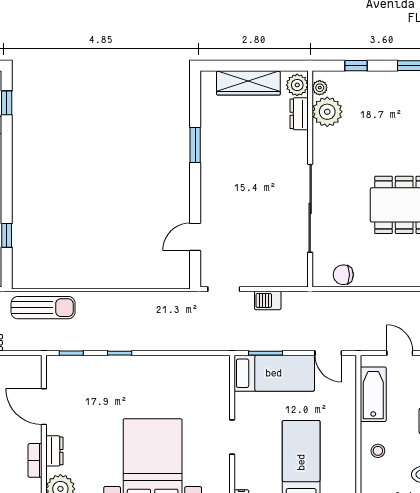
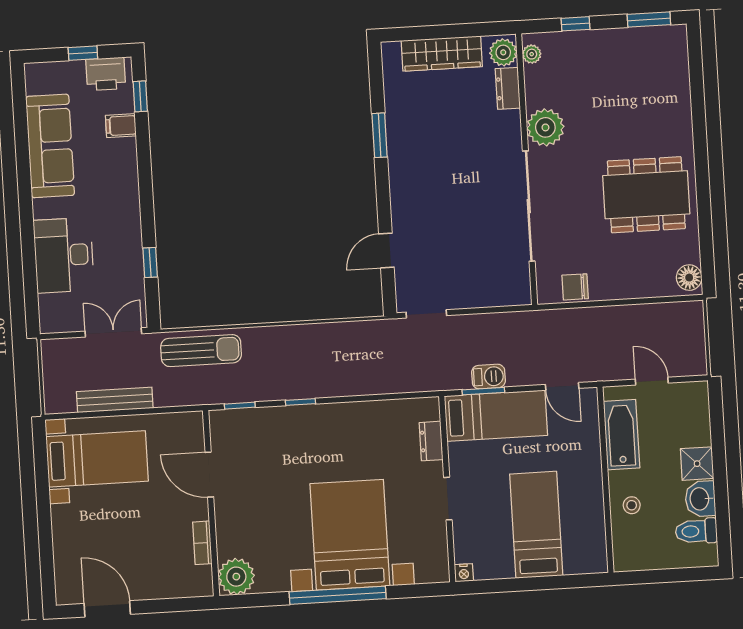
plant: (327, 112) -> (545, 127), moved
barbecue: (268, 300) -> (488, 377), moved, turned 180
dresser: (54, 451) -> (431, 441), moved, turned 180

